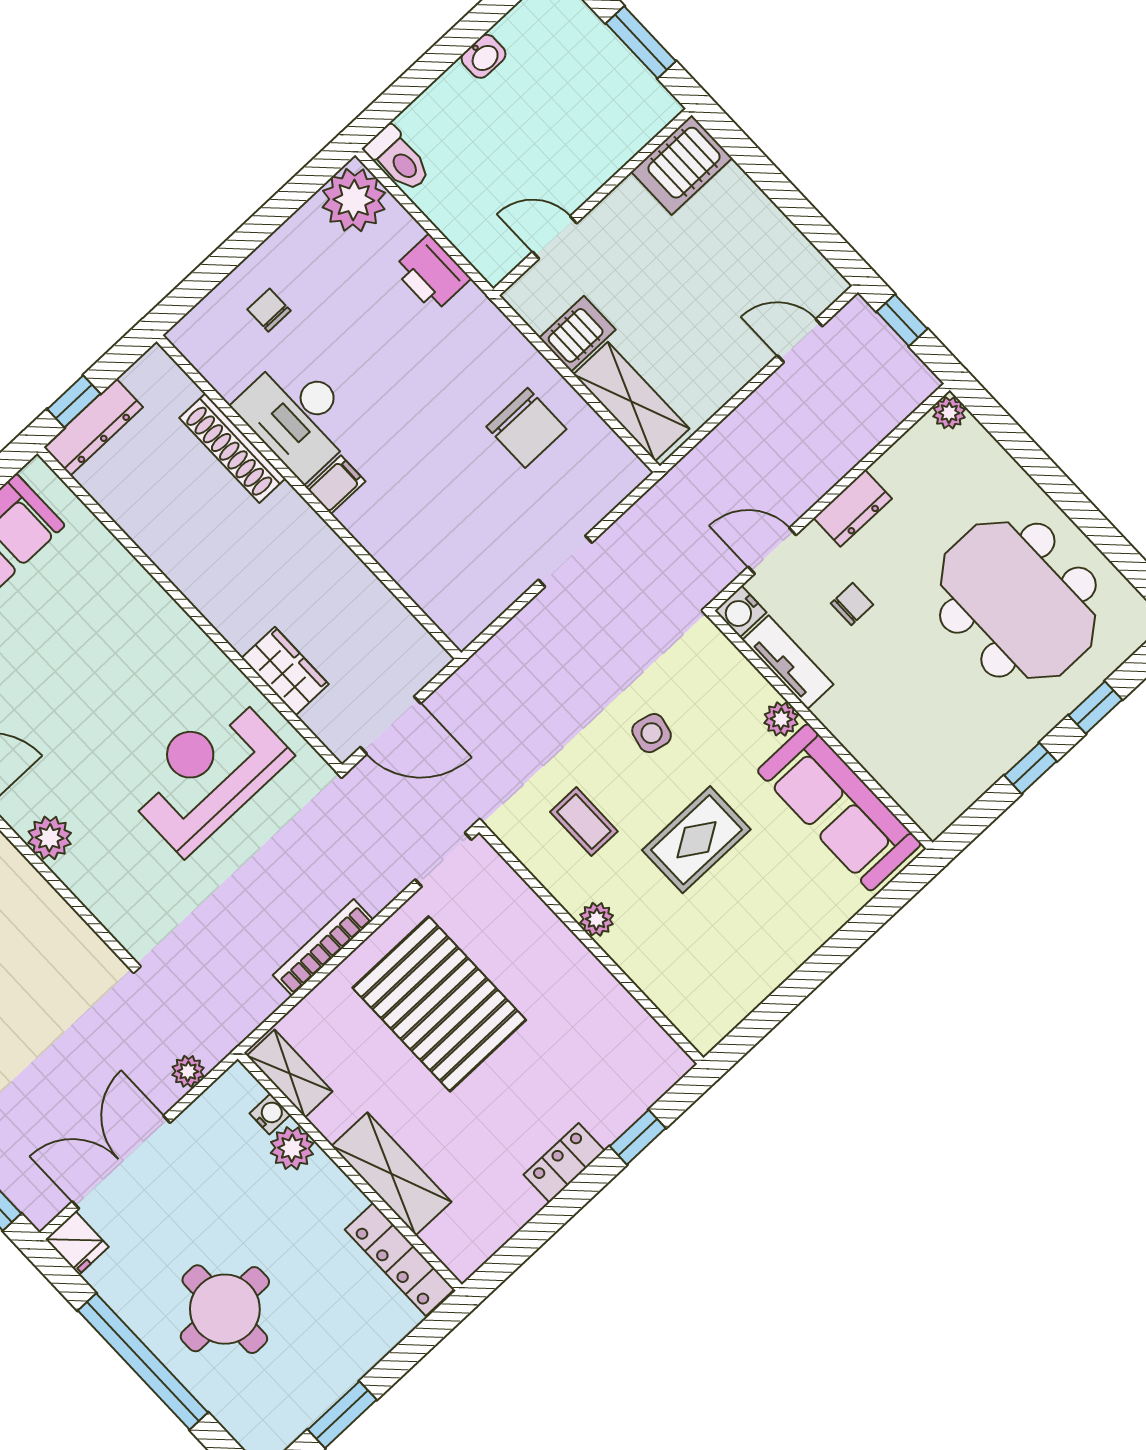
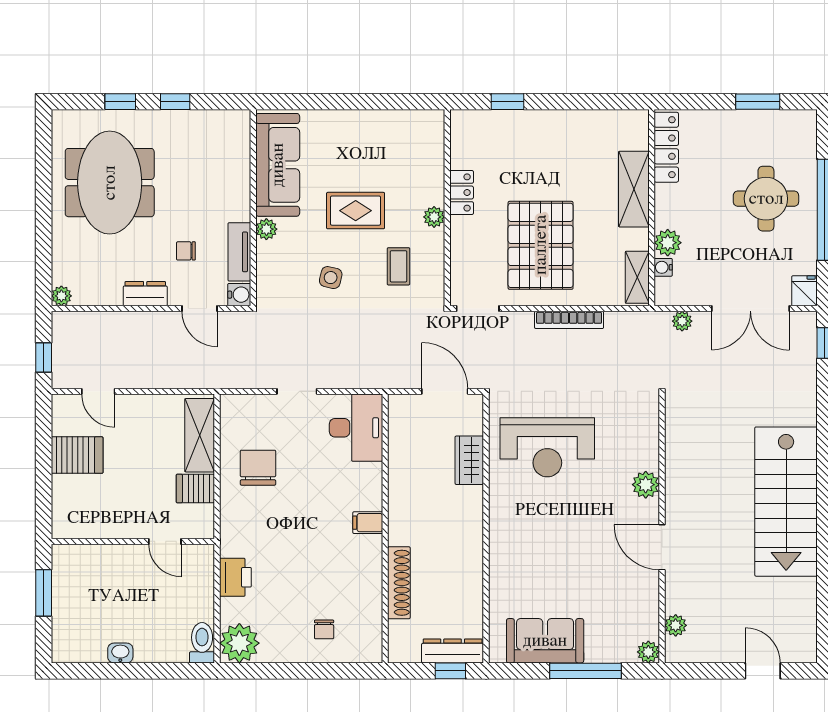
server rack: (682, 165) -> (77, 455), moved
desk: (298, 416) -> (356, 428), moved
locker: (564, 1163) -> (462, 192), moved, turned -90

